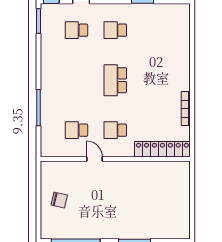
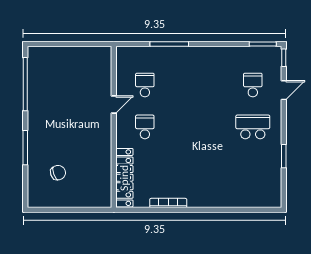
school desk: (115, 30) -> (253, 127), width x1.85
school desk: (115, 80) -> (199, 127), removed
chair: (59, 200) -> (58, 173), moved, turned -123

